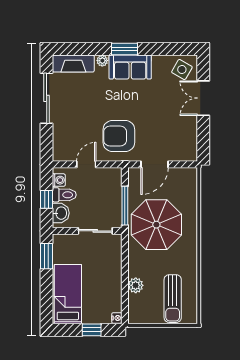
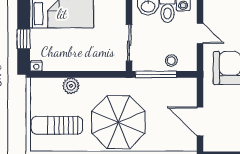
door: (155, 164) -> (200, 121), moved
stool: (112, 191) -> (171, 61), added
parasol: (156, 225) -> (118, 122), moved

